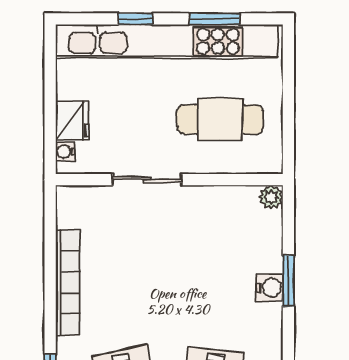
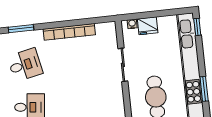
window: (135, 19) -> (197, 27), moved

